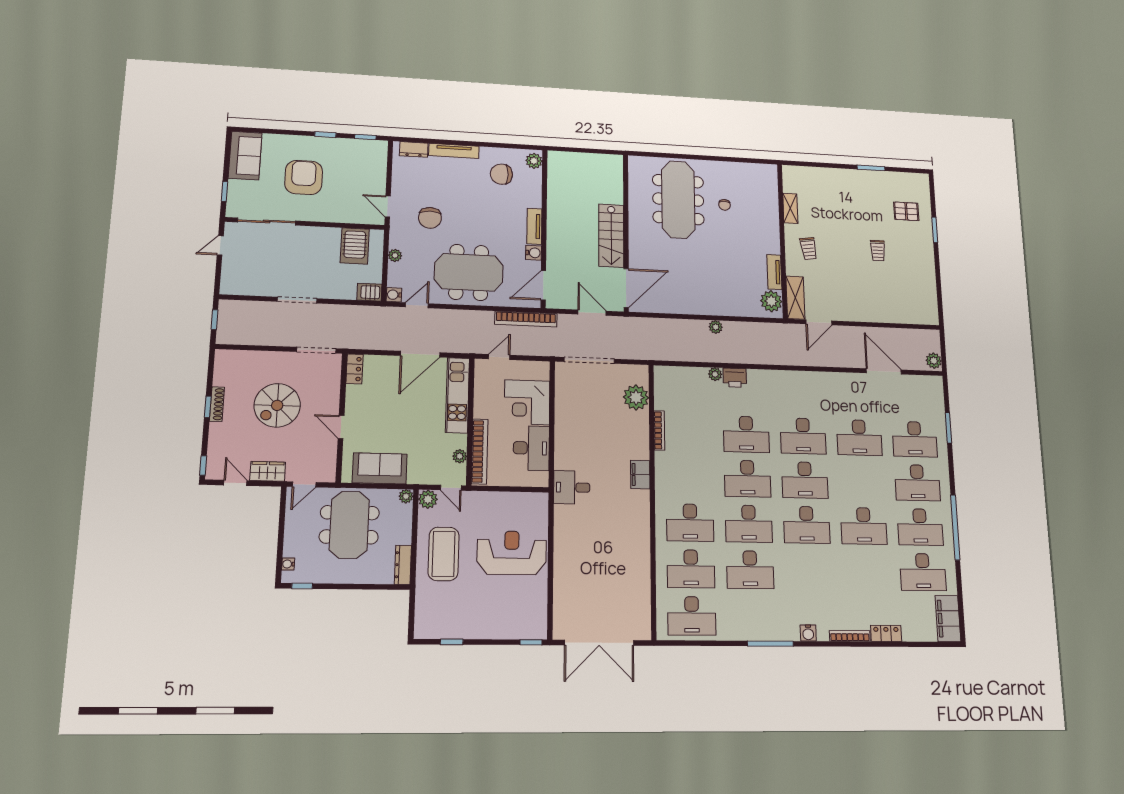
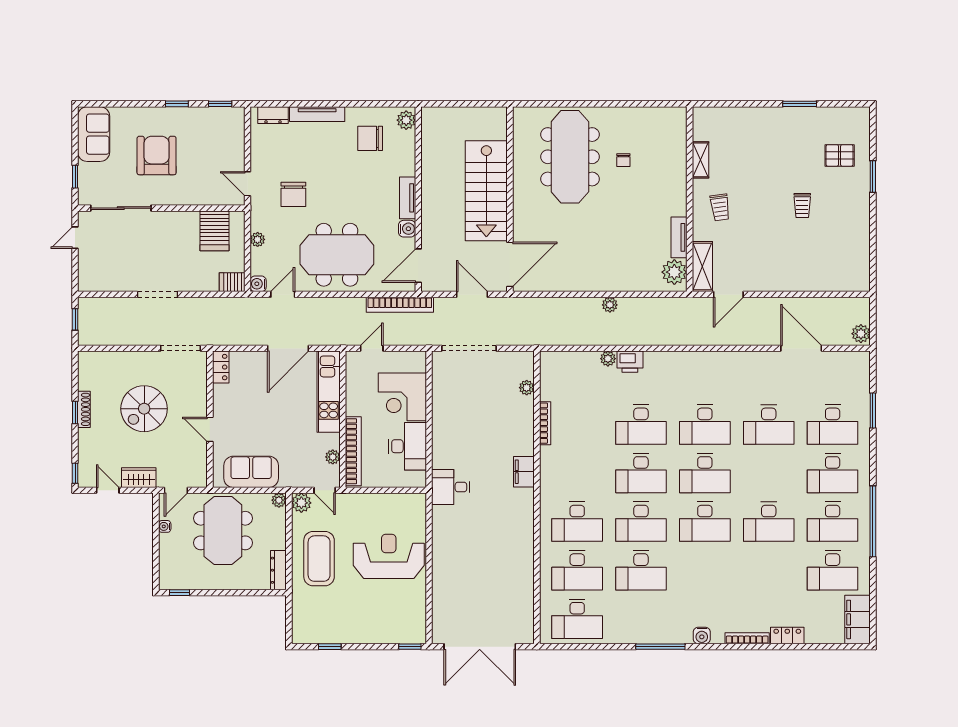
stairs: (611, 236) -> (486, 191), width x1.36, depth x1.51
plant: (636, 397) -> (527, 388), width x0.53, depth x0.53
water cooler: (288, 564) -> (165, 526), moved

